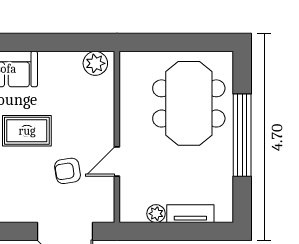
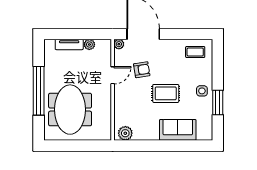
plant: (106, 214) -> (119, 44), added

